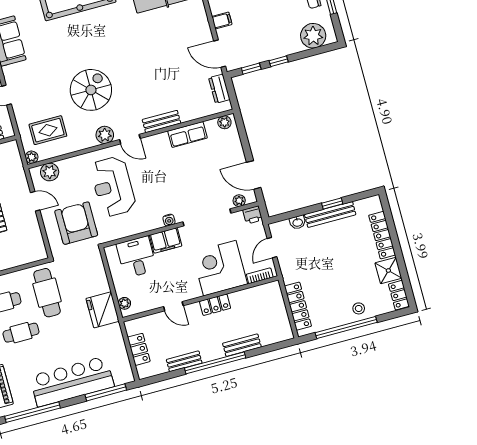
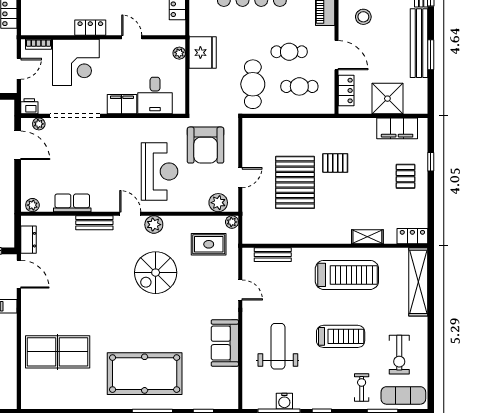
door: (35, 201) -> (240, 178), swing flipped
water cooler: (169, 220) -> (113, 123), removed

